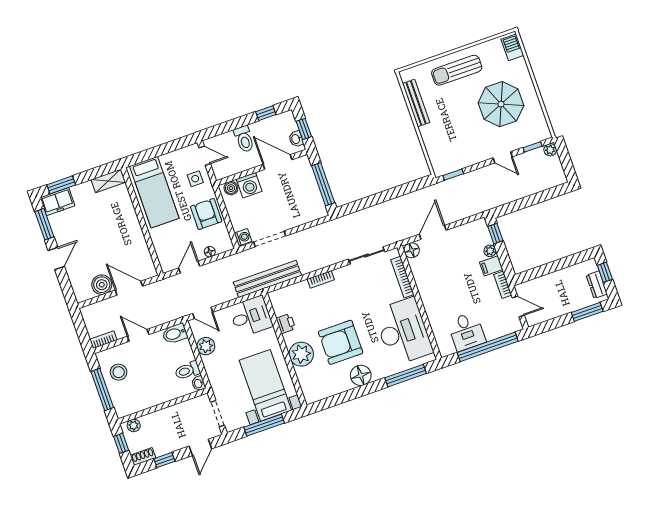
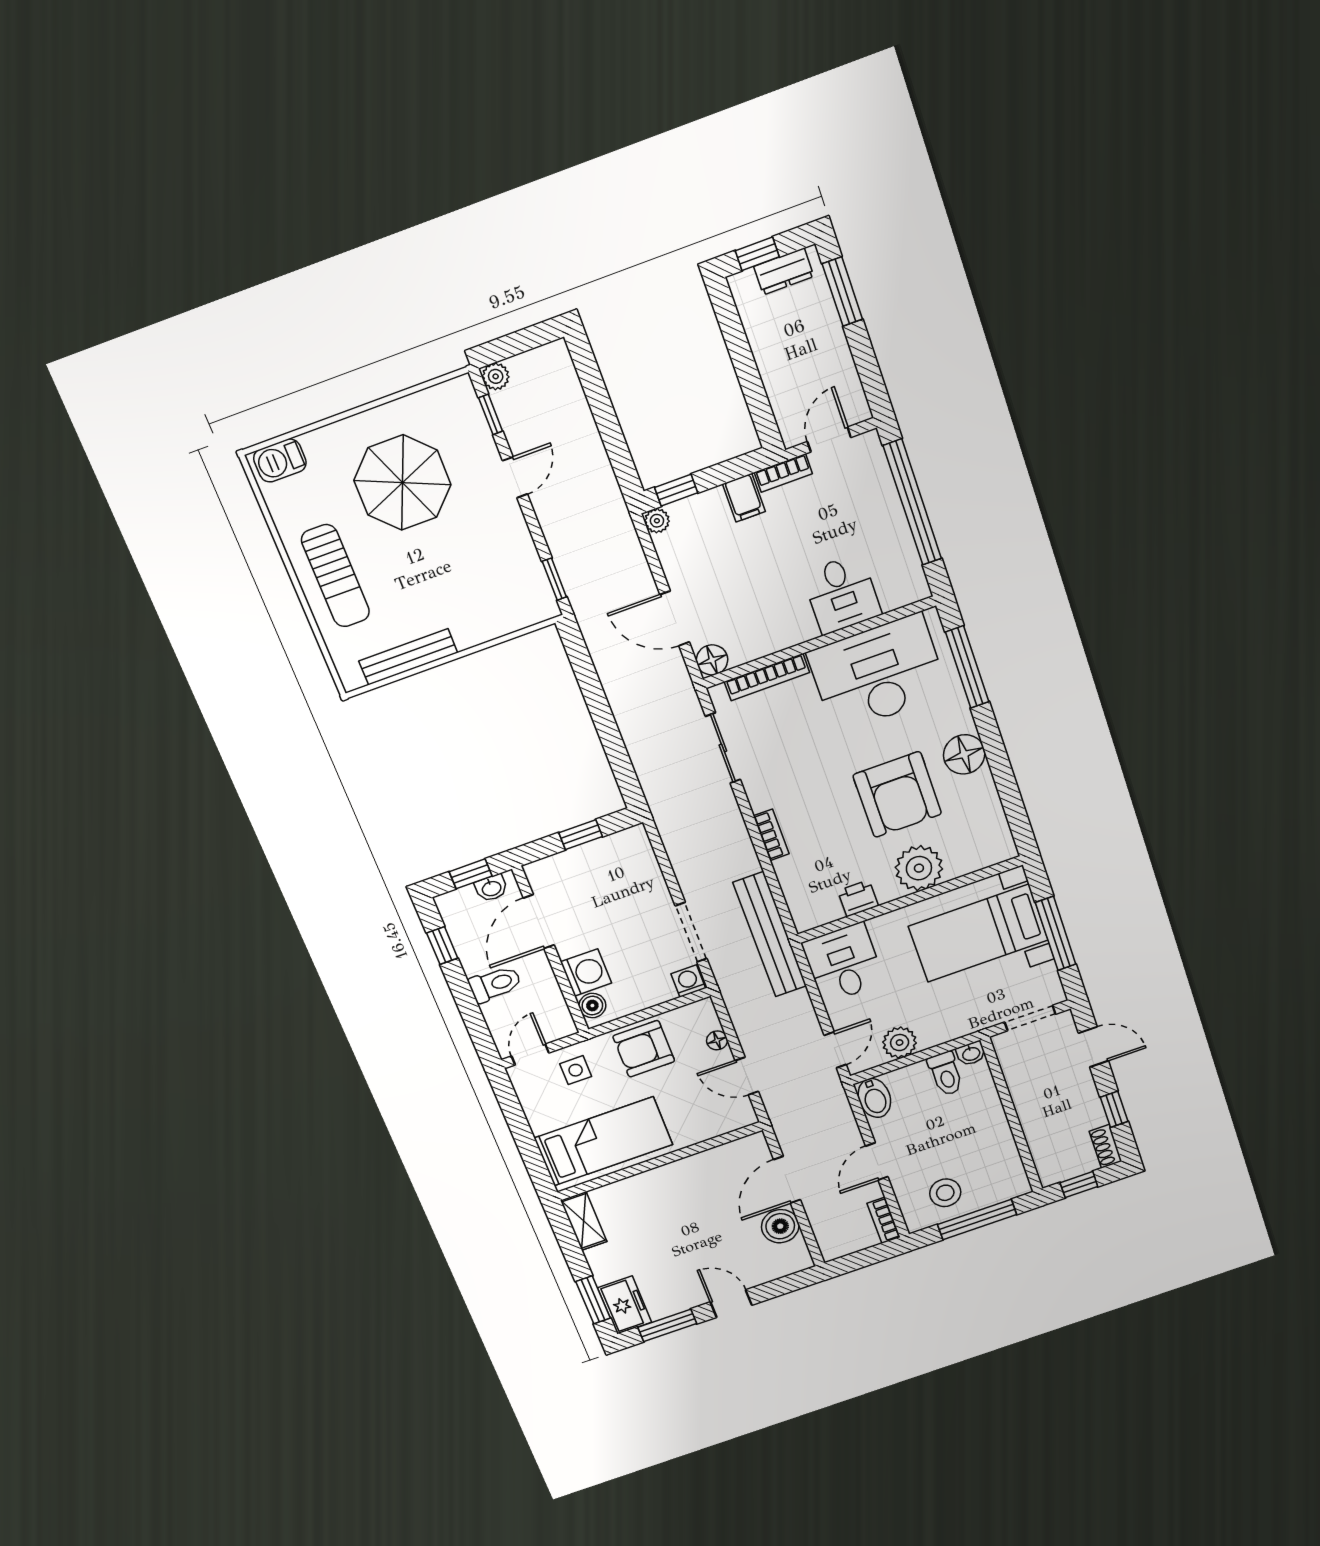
window: (323, 184) -> (581, 835), width x0.46
plant: (490, 251) -> (657, 521), moved
desk: (467, 332) -> (842, 594), moved, turned 90
plant: (134, 425) -> (1046, 1164), removed

